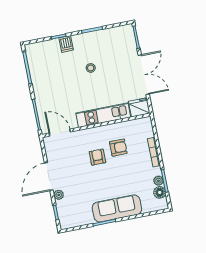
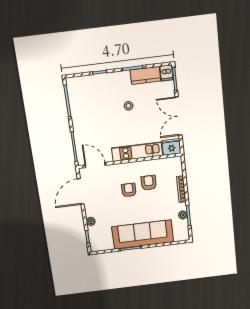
kitchen counter: (106, 36) -> (145, 75), added
dishwasher: (66, 44) -> (166, 73), moved
double door: (144, 75) -> (179, 116), swing flipped
armchair: (118, 148) -> (149, 183), turned -90
door: (49, 177) -> (81, 191), moved
floor lamp: (160, 192) -> (183, 225), removed
sofa: (117, 208) -> (143, 234), width x1.36, depth x1.27

